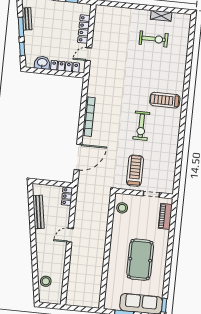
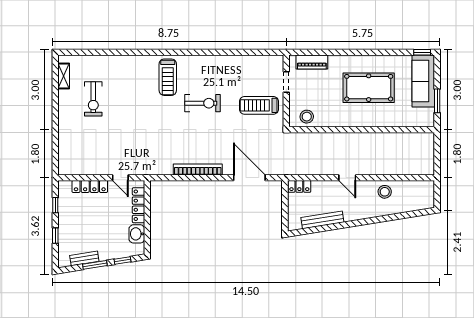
shelving: (161, 16) -> (64, 76), moved
exercise bike: (154, 39) -> (93, 99), turned 180
stool: (46, 281) -> (385, 192), moved

